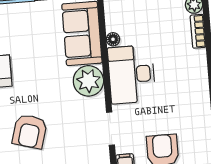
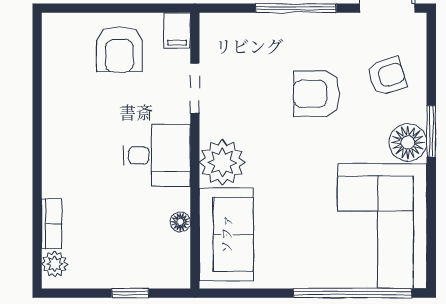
desk: (131, 74) -> (157, 155), width x0.73
armchair: (30, 131) -> (317, 94), turned -106

